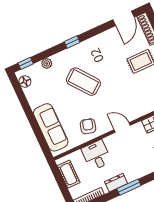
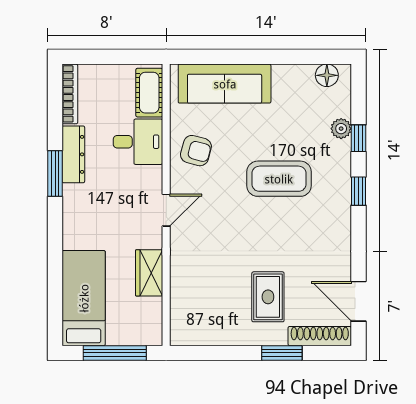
window: (26, 63) -> (358, 138), moved
coffee table: (83, 82) -> (279, 179), turned 38
cot: (69, 174) -> (149, 93), moved, turned 90
dresser: (116, 183) -> (73, 154), width x1.44

